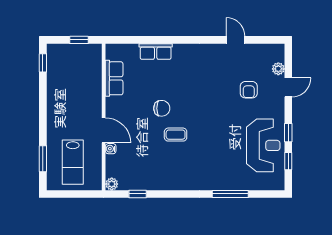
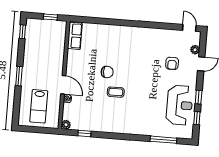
door: (236, 40) -> (189, 28), moved
row of seats: (156, 52) -> (106, 30), removed
row of seats: (114, 78) -> (75, 36), moved
window: (43, 159) -> (19, 76), moved
window: (230, 194) -> (163, 140), moved

